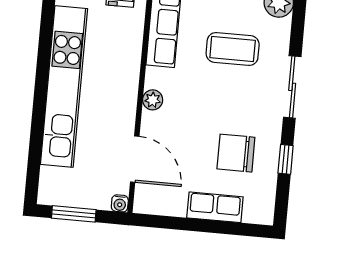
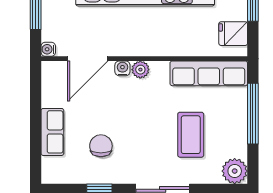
water cooler: (149, 120) -> (122, 68), added
chair: (236, 153) -> (101, 146), width x0.73, depth x0.73

